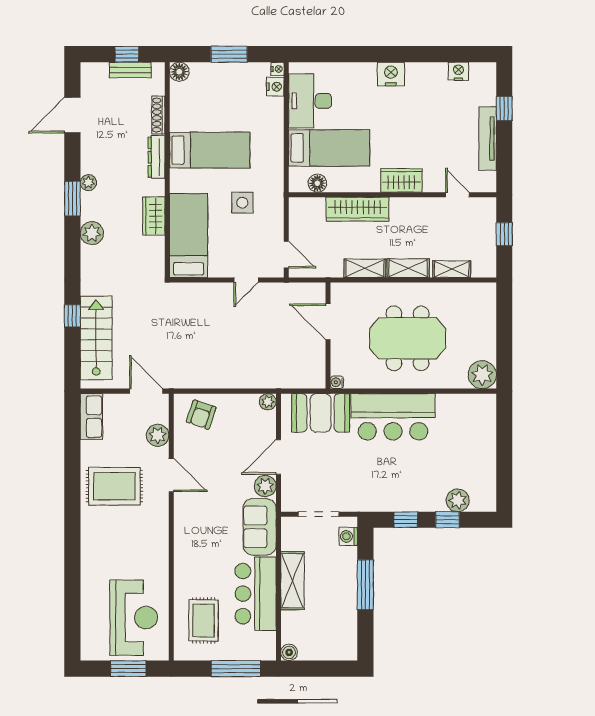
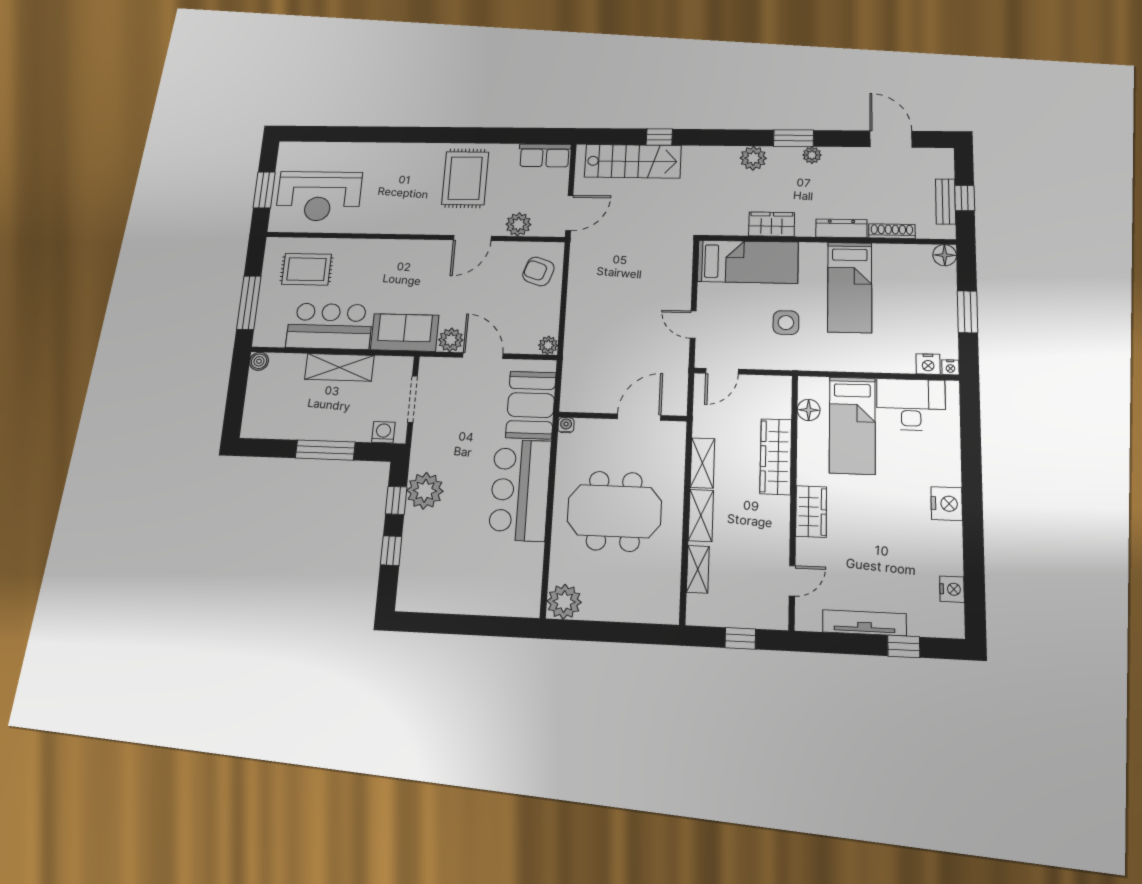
meeting table: (408, 338) -> (614, 511), turned 90
plant: (458, 500) -> (425, 491), moved, width x1.36, depth x1.36

